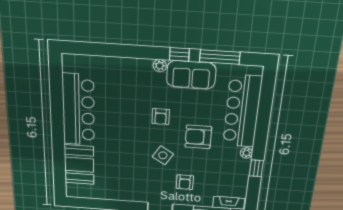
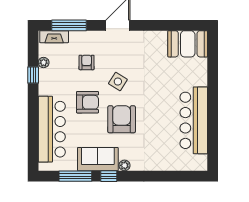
armchair: (161, 117) -> (122, 119), width x1.88, depth x1.88
plant: (246, 153) -> (44, 63), moved
booth: (79, 165) -> (188, 44), moved, turned 90
armchair: (185, 182) -> (87, 62), moved

